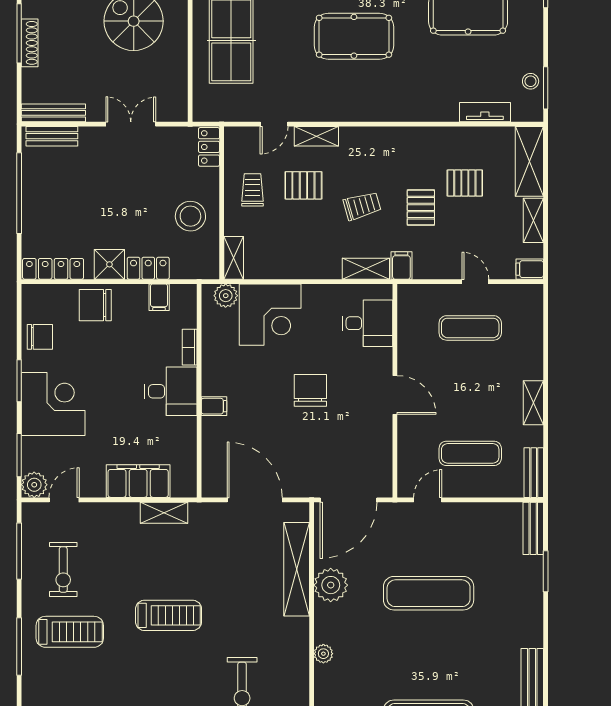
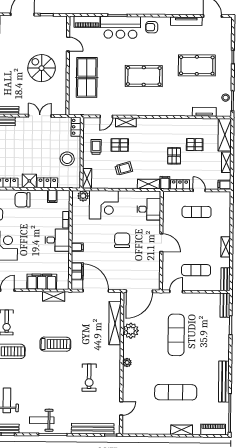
trolley: (362, 206) -> (124, 169), moved
locker: (434, 269) -> (180, 184), added
filing cabinet: (214, 458) -> (77, 271), added
exercise mat: (429, 593) -> (176, 335), turned 90

